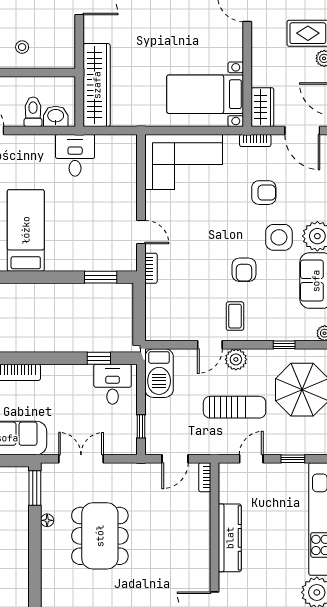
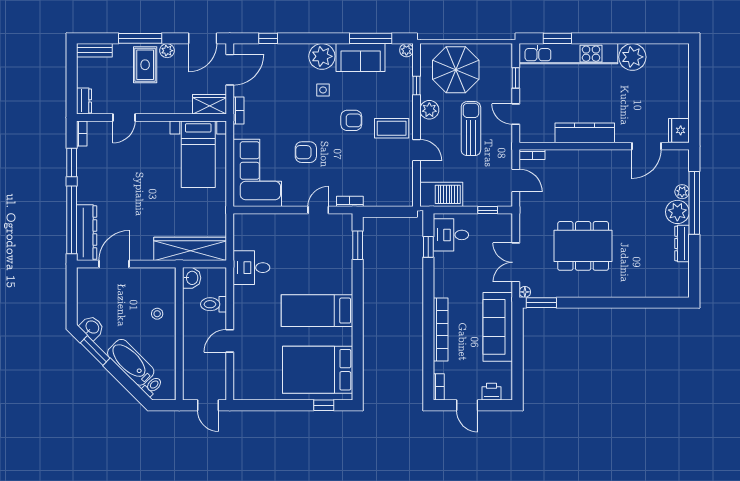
washbasin: (56, 116) -> (192, 278), moved, turned 180
armchair: (264, 193) -> (306, 152), moved, turned -90
side table: (279, 237) -> (323, 90), width x0.54, depth x0.54
coffee table: (235, 316) -> (392, 128), width x1.36, depth x1.30
plant: (236, 359) -> (429, 110), moved
floor lamp: (47, 520) -> (525, 292), moved

